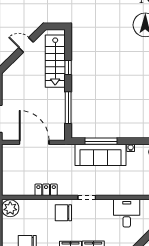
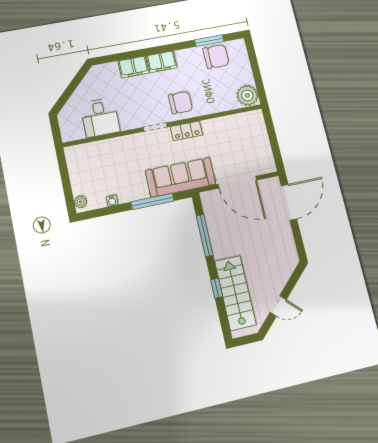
sofa: (101, 155) -> (181, 177), moved
locker: (46, 190) -> (186, 131), moved

